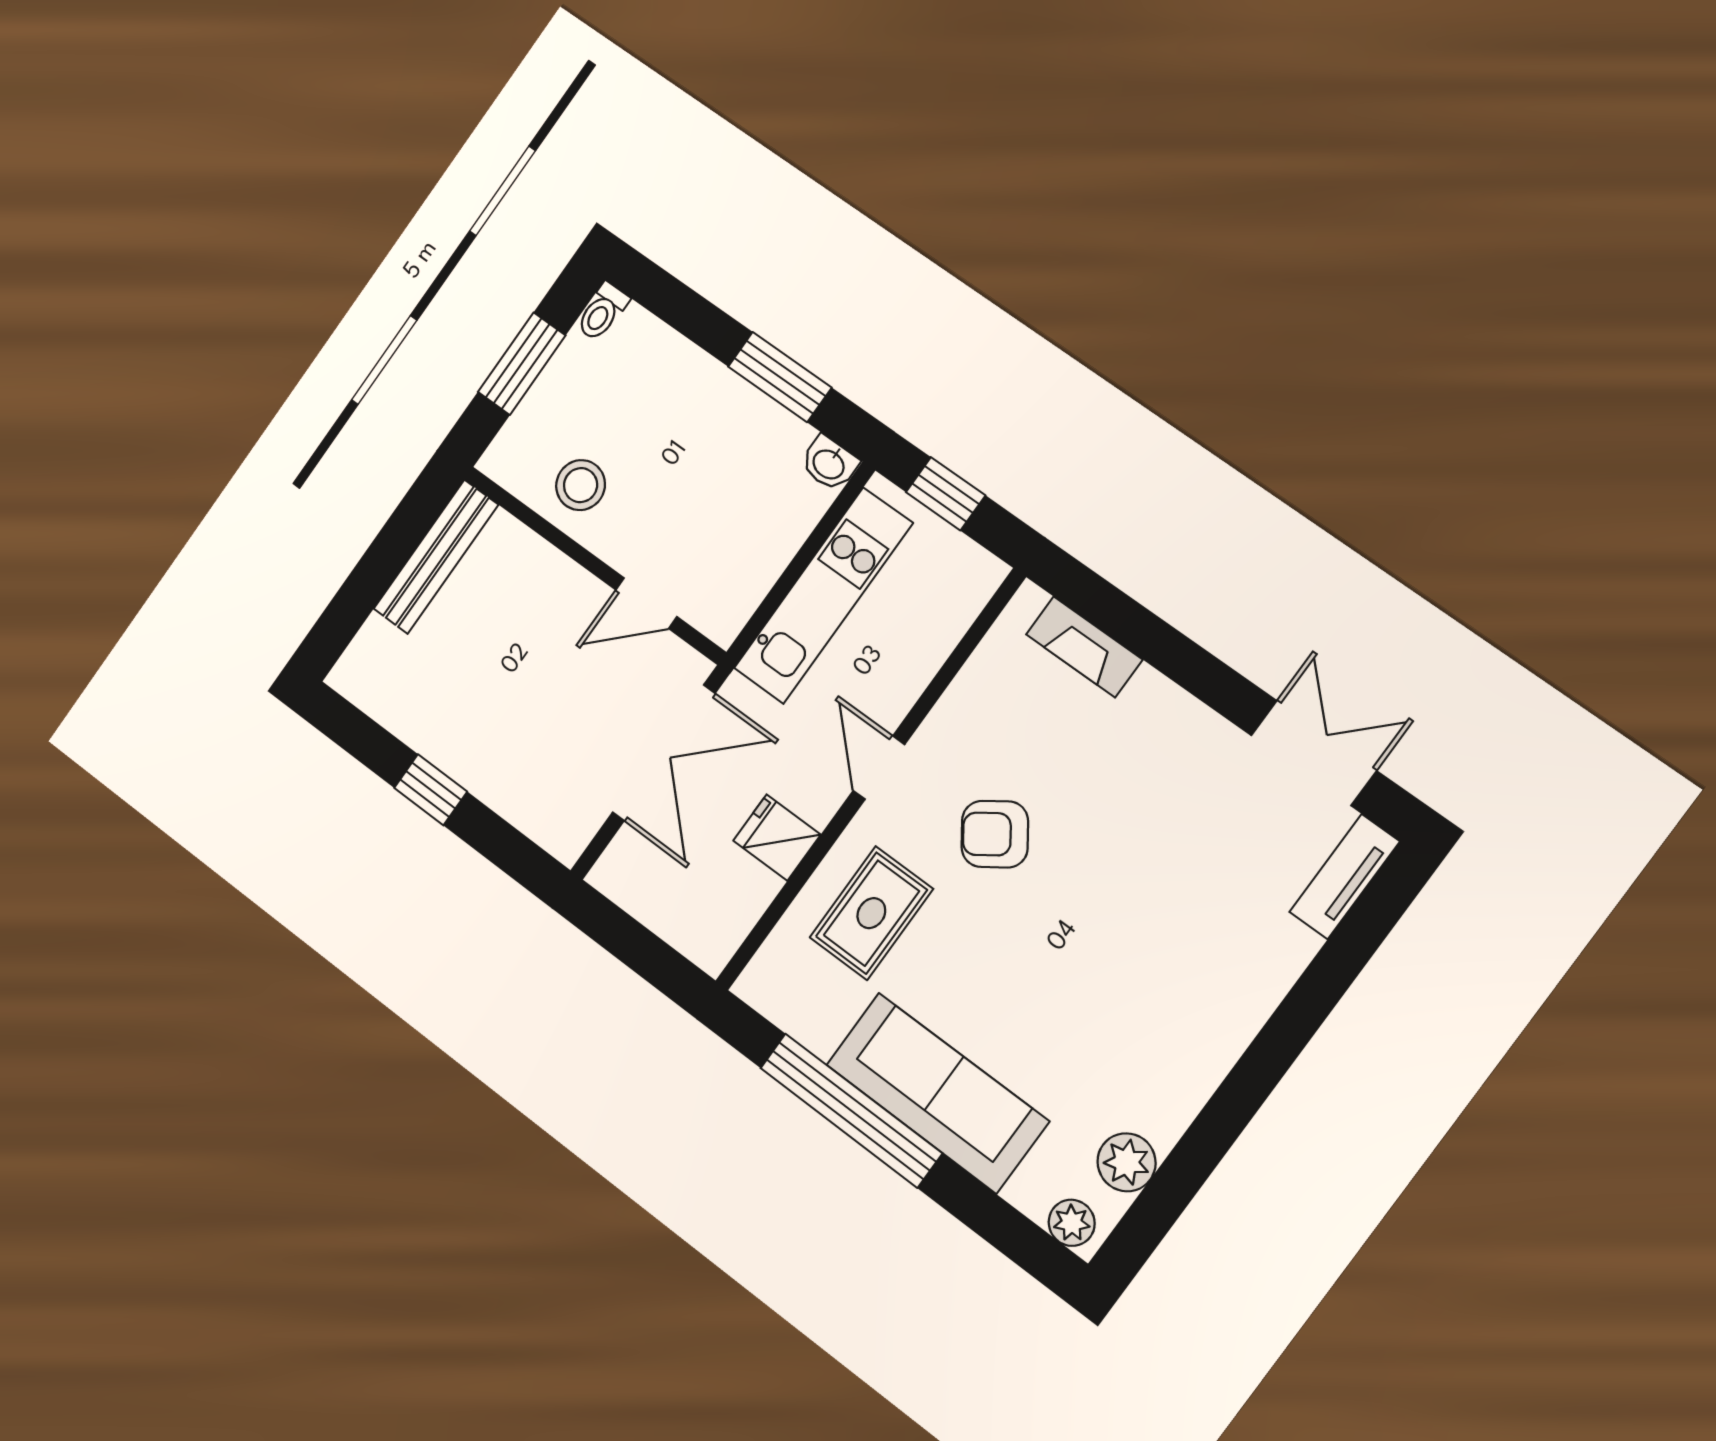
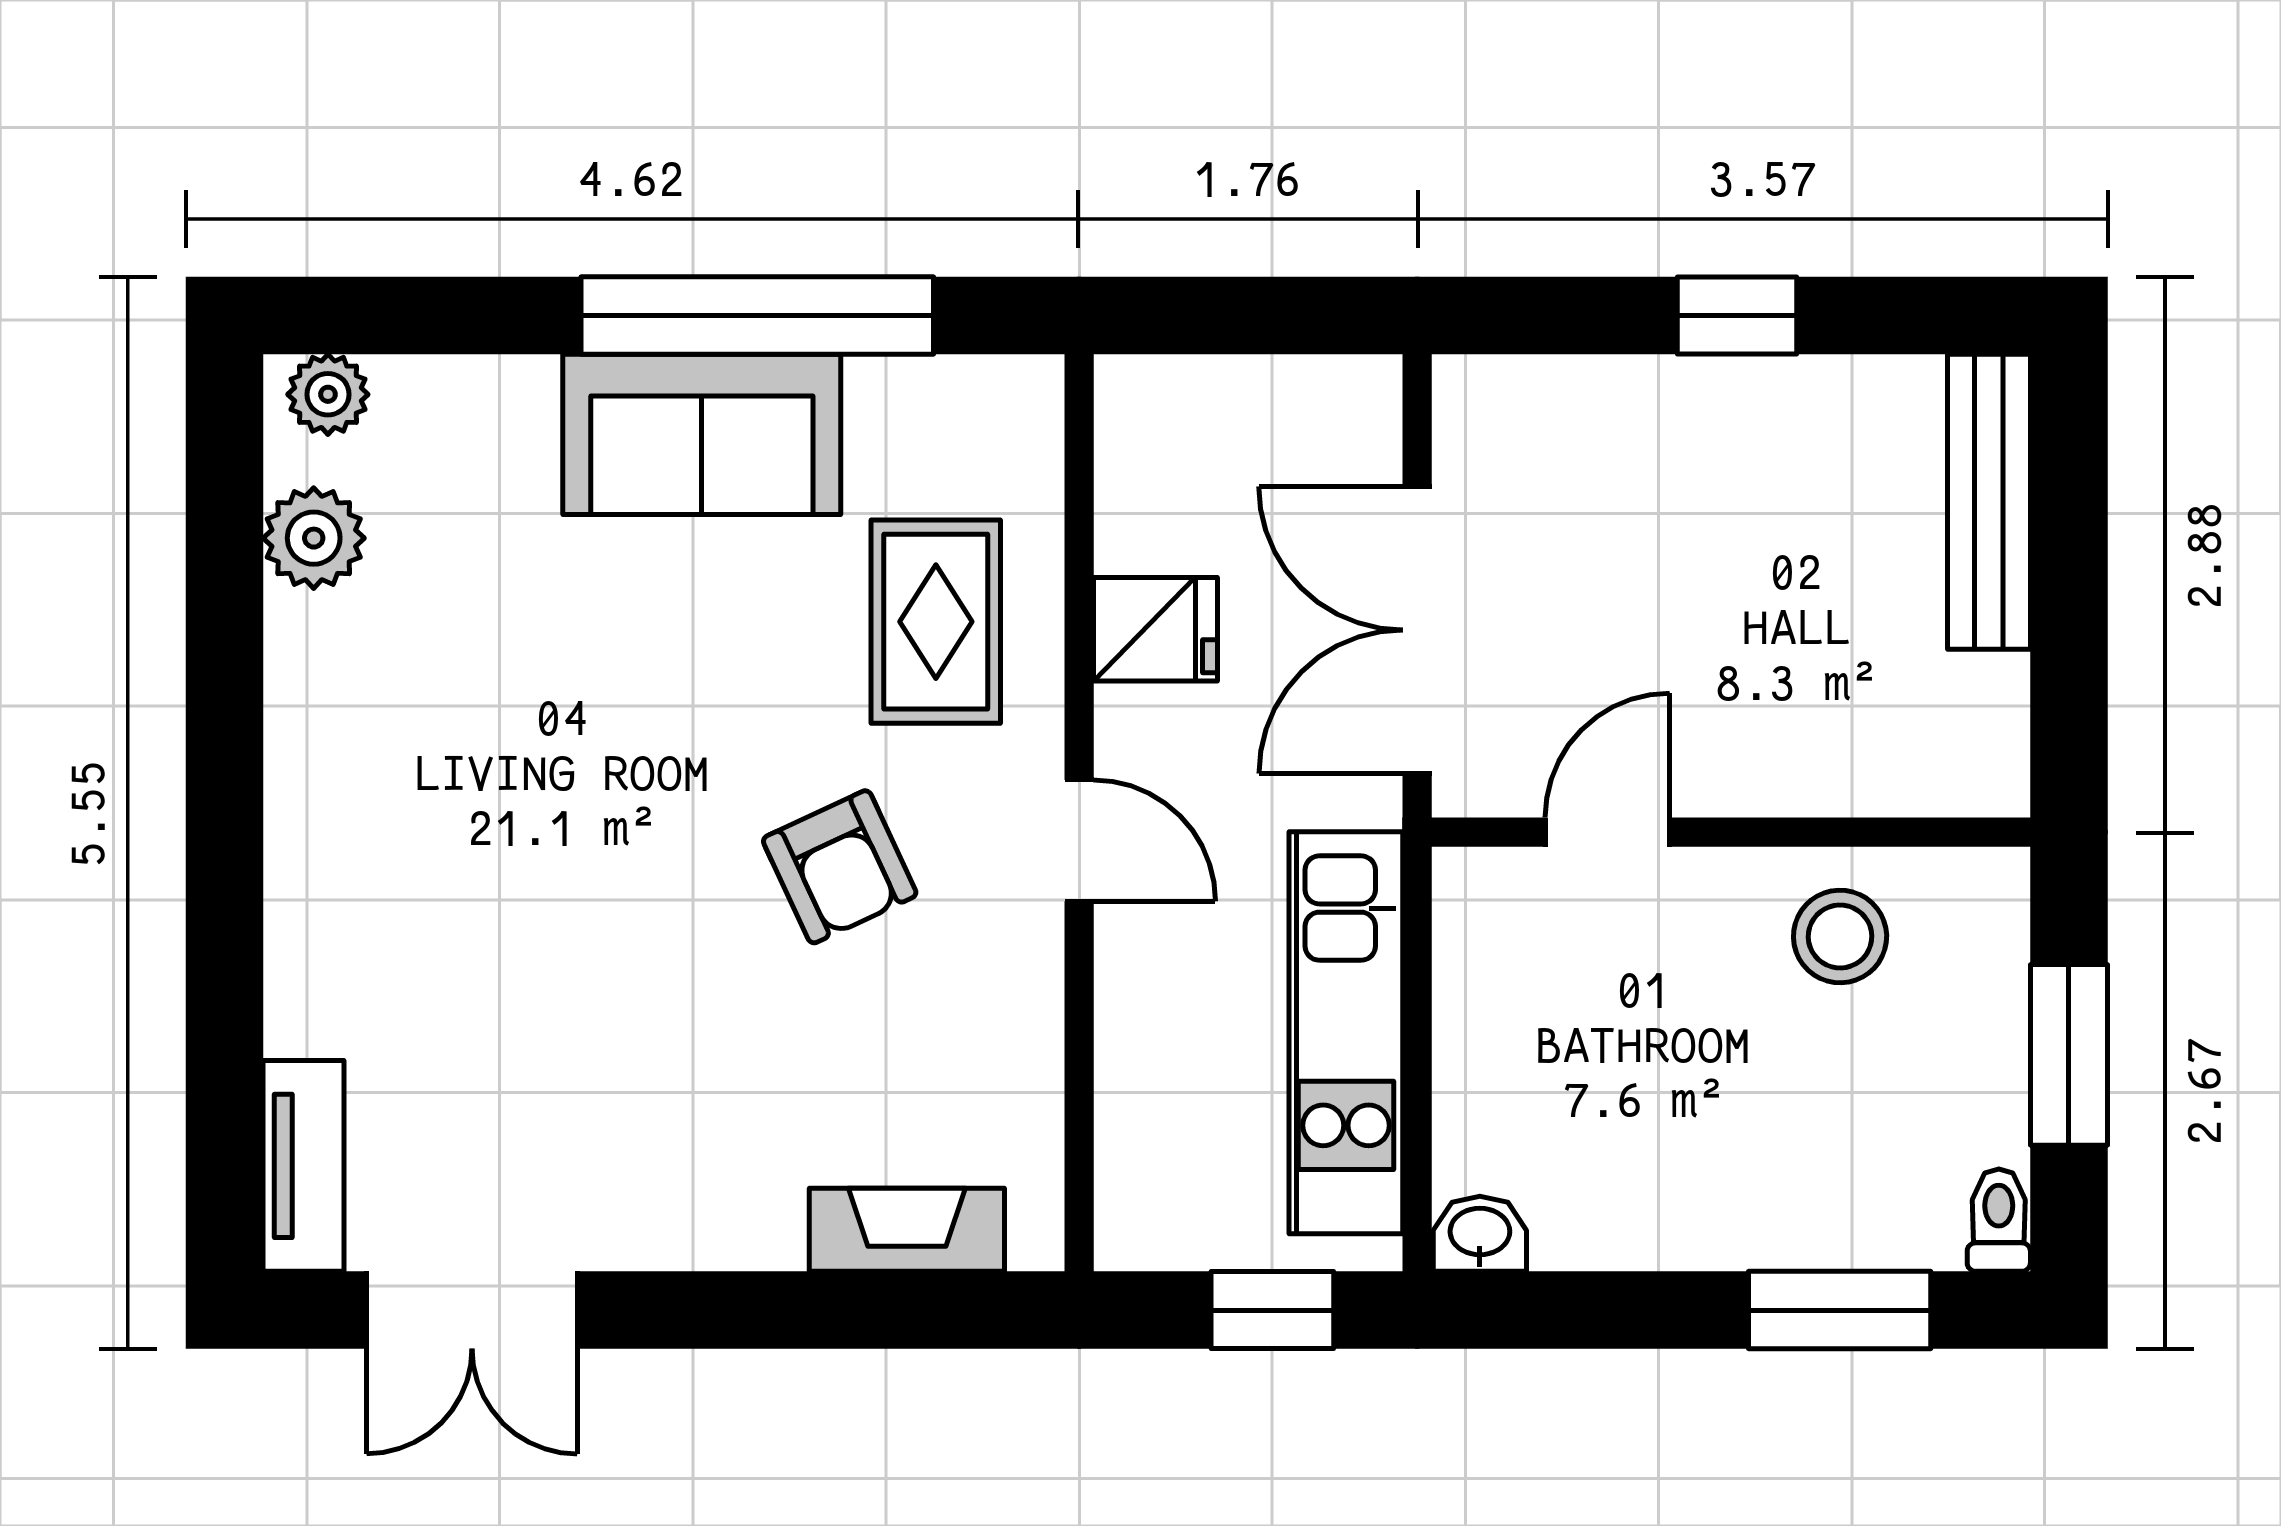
window: (780, 377) -> (1840, 1310), moved
bench: (436, 557) -> (1989, 502), moved
armchair: (995, 834) -> (840, 867), turned 100
sofa: (937, 1093) -> (702, 434), width x0.73

